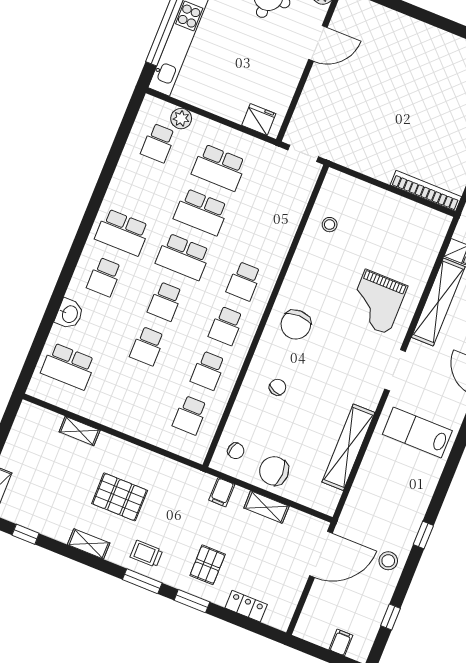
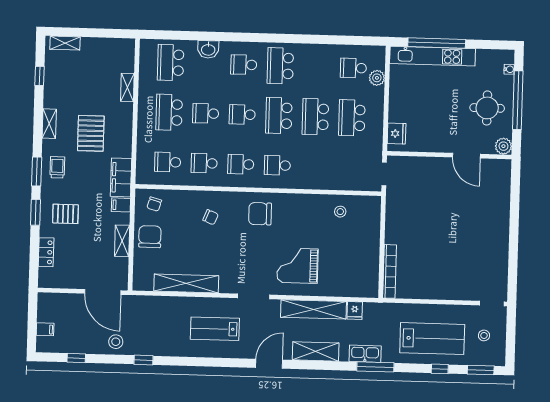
school desk: (129, 391) -> (169, 112), added
lab bench: (417, 433) -> (215, 329), turned -90
filing cabinet: (188, 480) -> (121, 177), added

